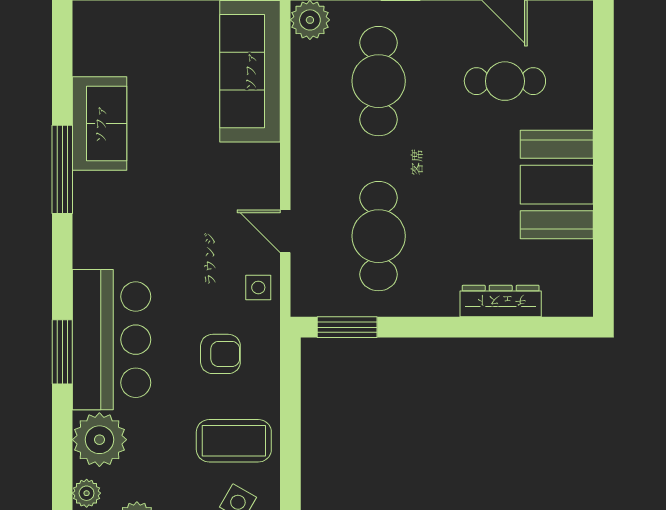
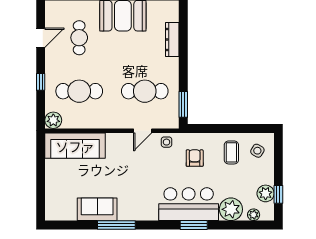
coffee table: (234, 441) -> (231, 152), width x0.73, depth x0.77

